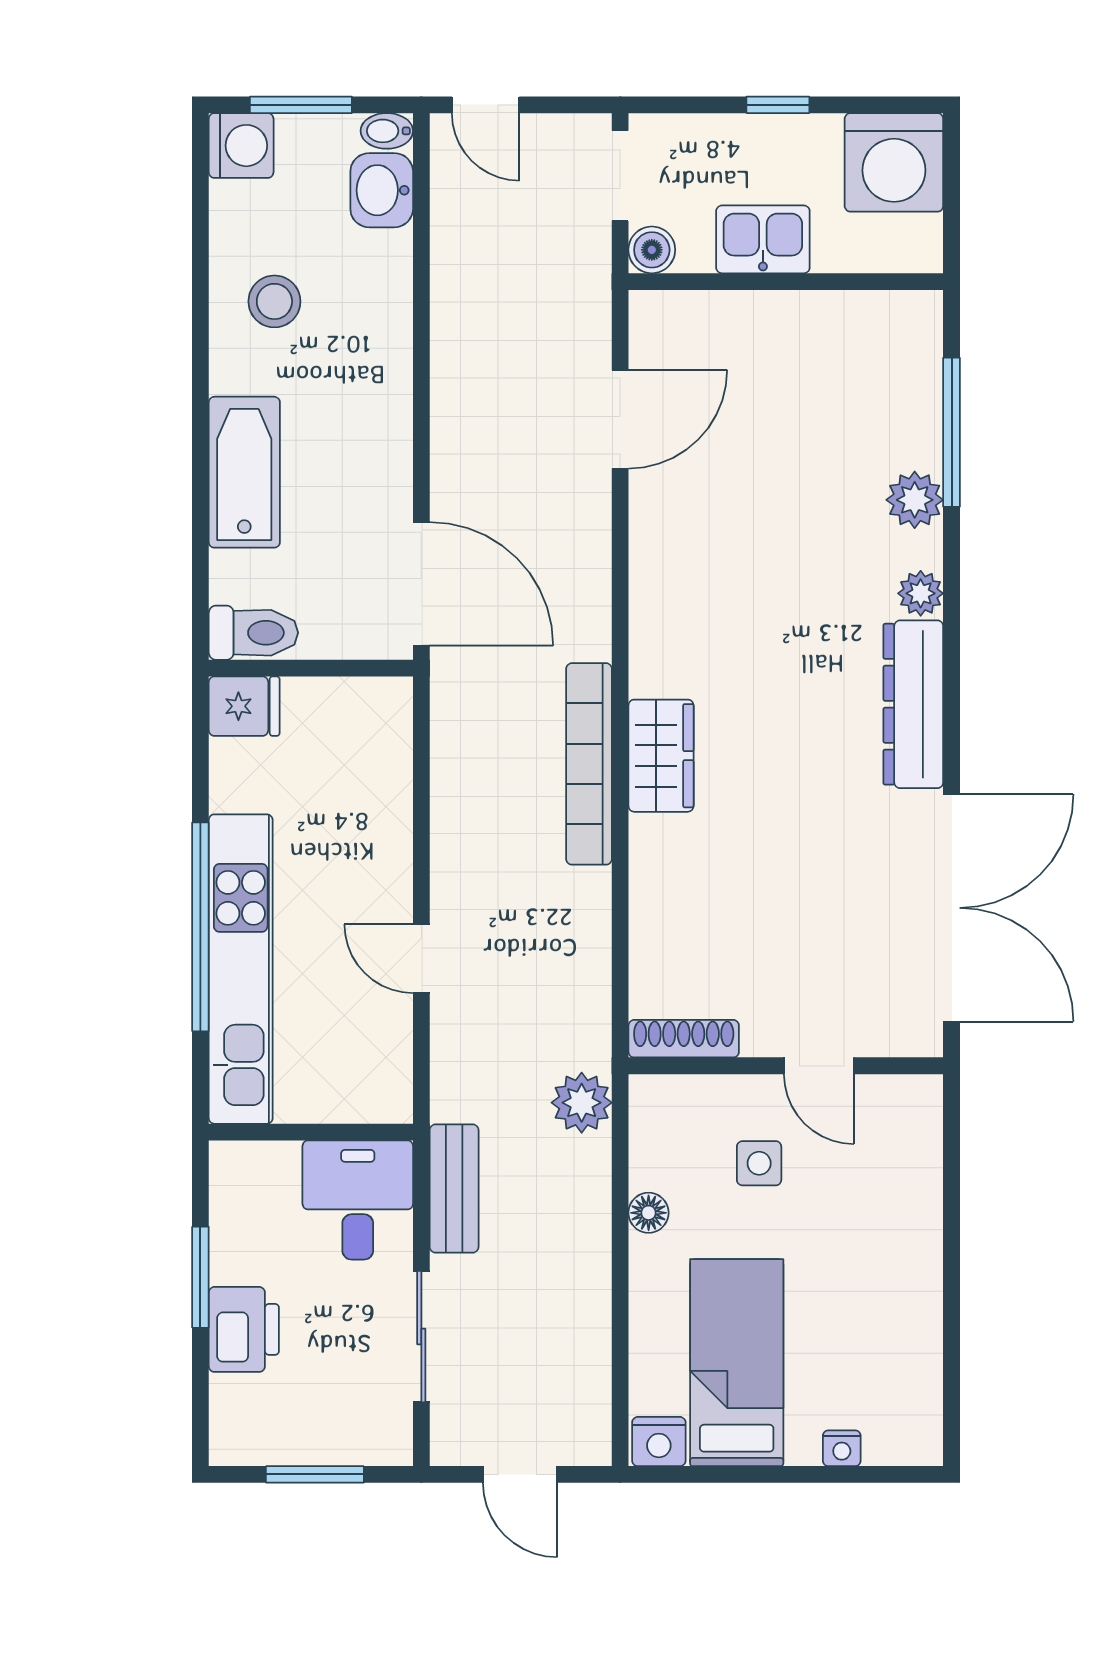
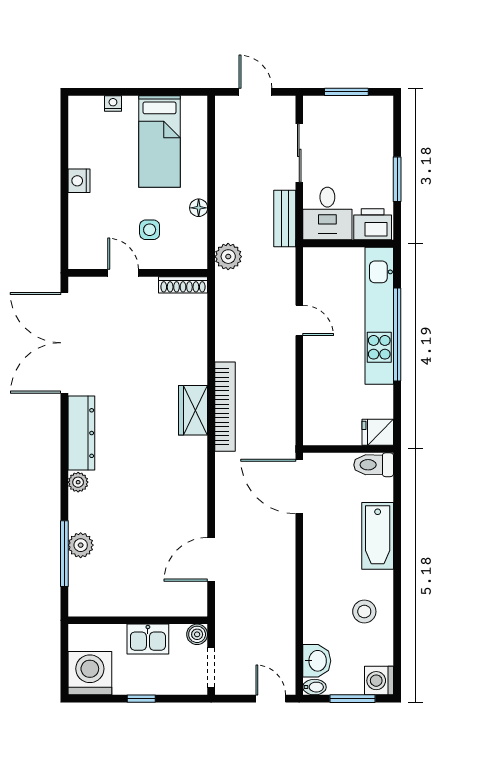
plant: (915, 500) -> (81, 545), moved
printer: (244, 1329) -> (373, 224), moved, turned 90
nightstand: (659, 1442) -> (79, 181), moved, turned -90

